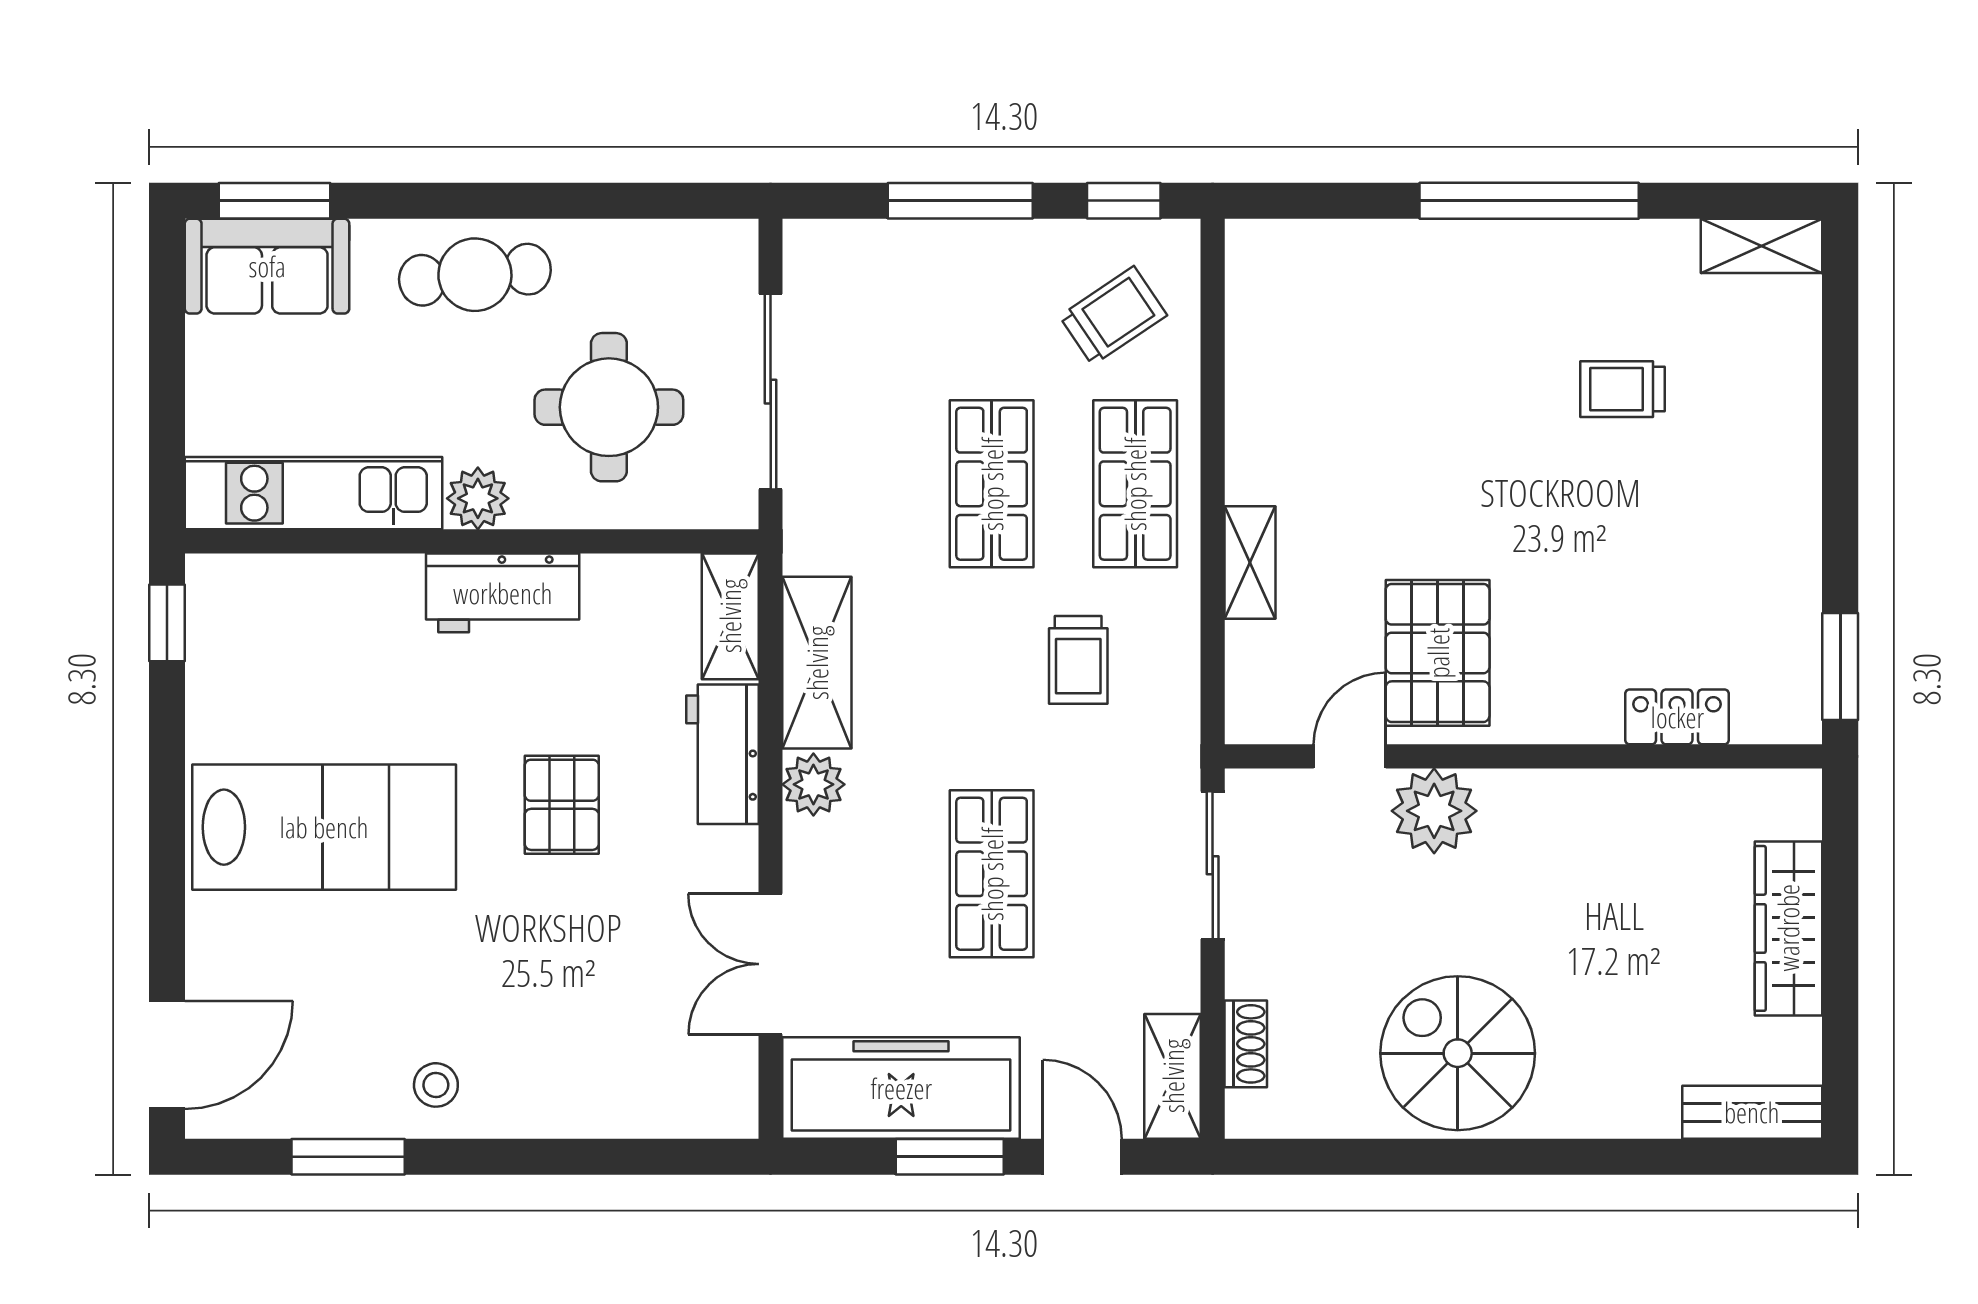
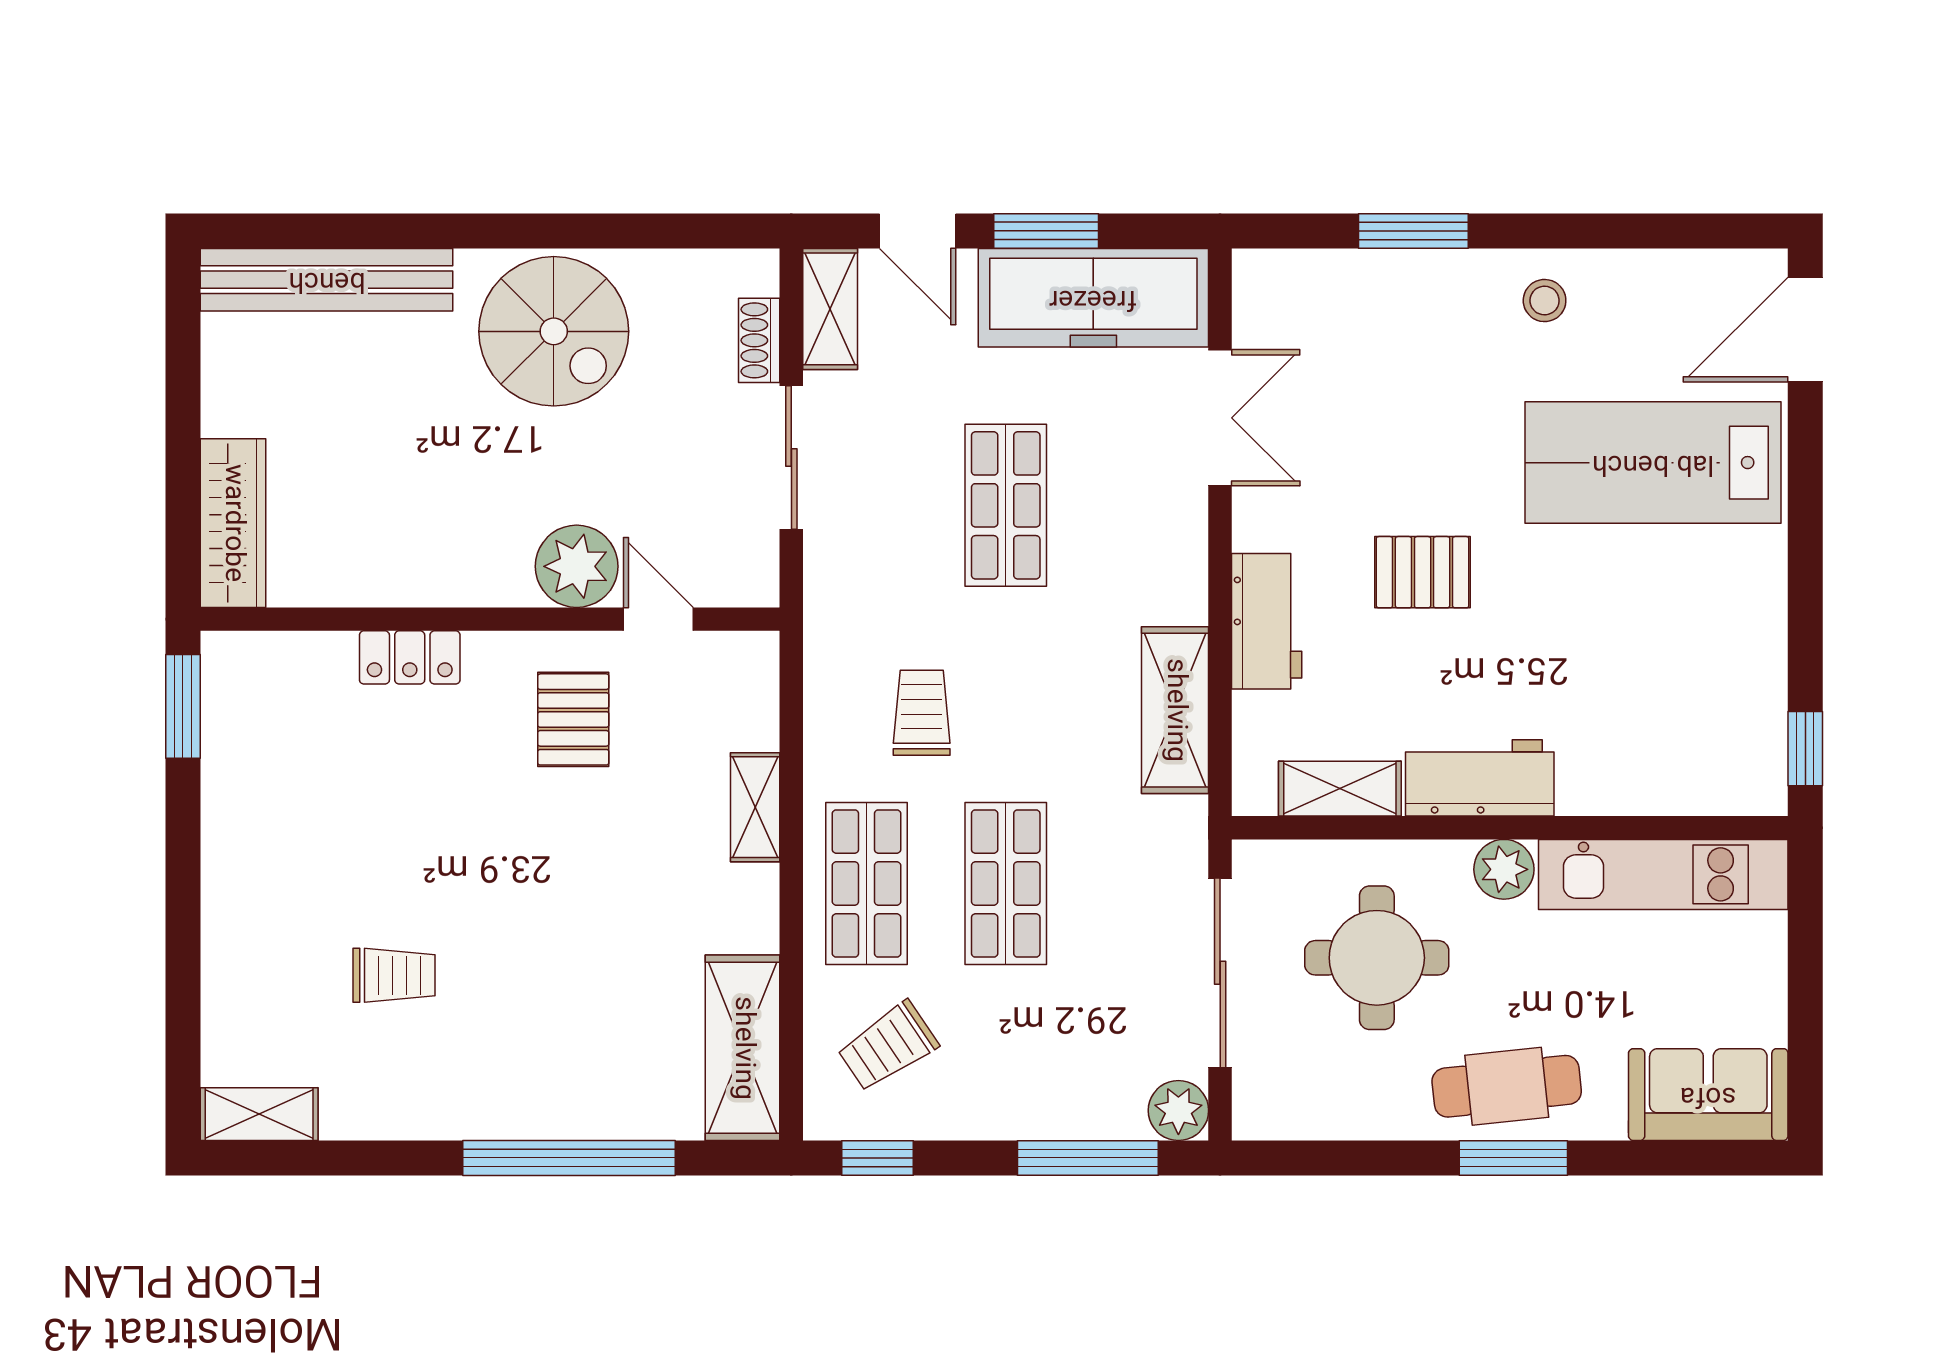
window: (274, 201) -> (1513, 1158), moved
window: (960, 201) -> (1088, 1158), moved
window: (1529, 201) -> (569, 1158), moved
shelving: (1263, 314) -> (743, 1048), added
shelving: (730, 616) -> (1340, 789), moved, turned 90
pallet: (1438, 653) -> (573, 719), width x0.67, depth x0.71
locker: (1677, 717) -> (410, 657), moved
door: (1350, 756) -> (658, 619), swing flipped
plant: (813, 784) -> (1178, 1110), moved
pallet: (562, 805) -> (1423, 572), turned 90
lab bench: (324, 827) -> (1653, 463), moved
sliding door: (1213, 865) -> (791, 457), moved
wardrobe: (1788, 928) -> (233, 523), moved
bench: (1752, 1112) -> (327, 280), width x1.86, depth x1.21
window: (348, 1157) -> (1413, 231), moved

